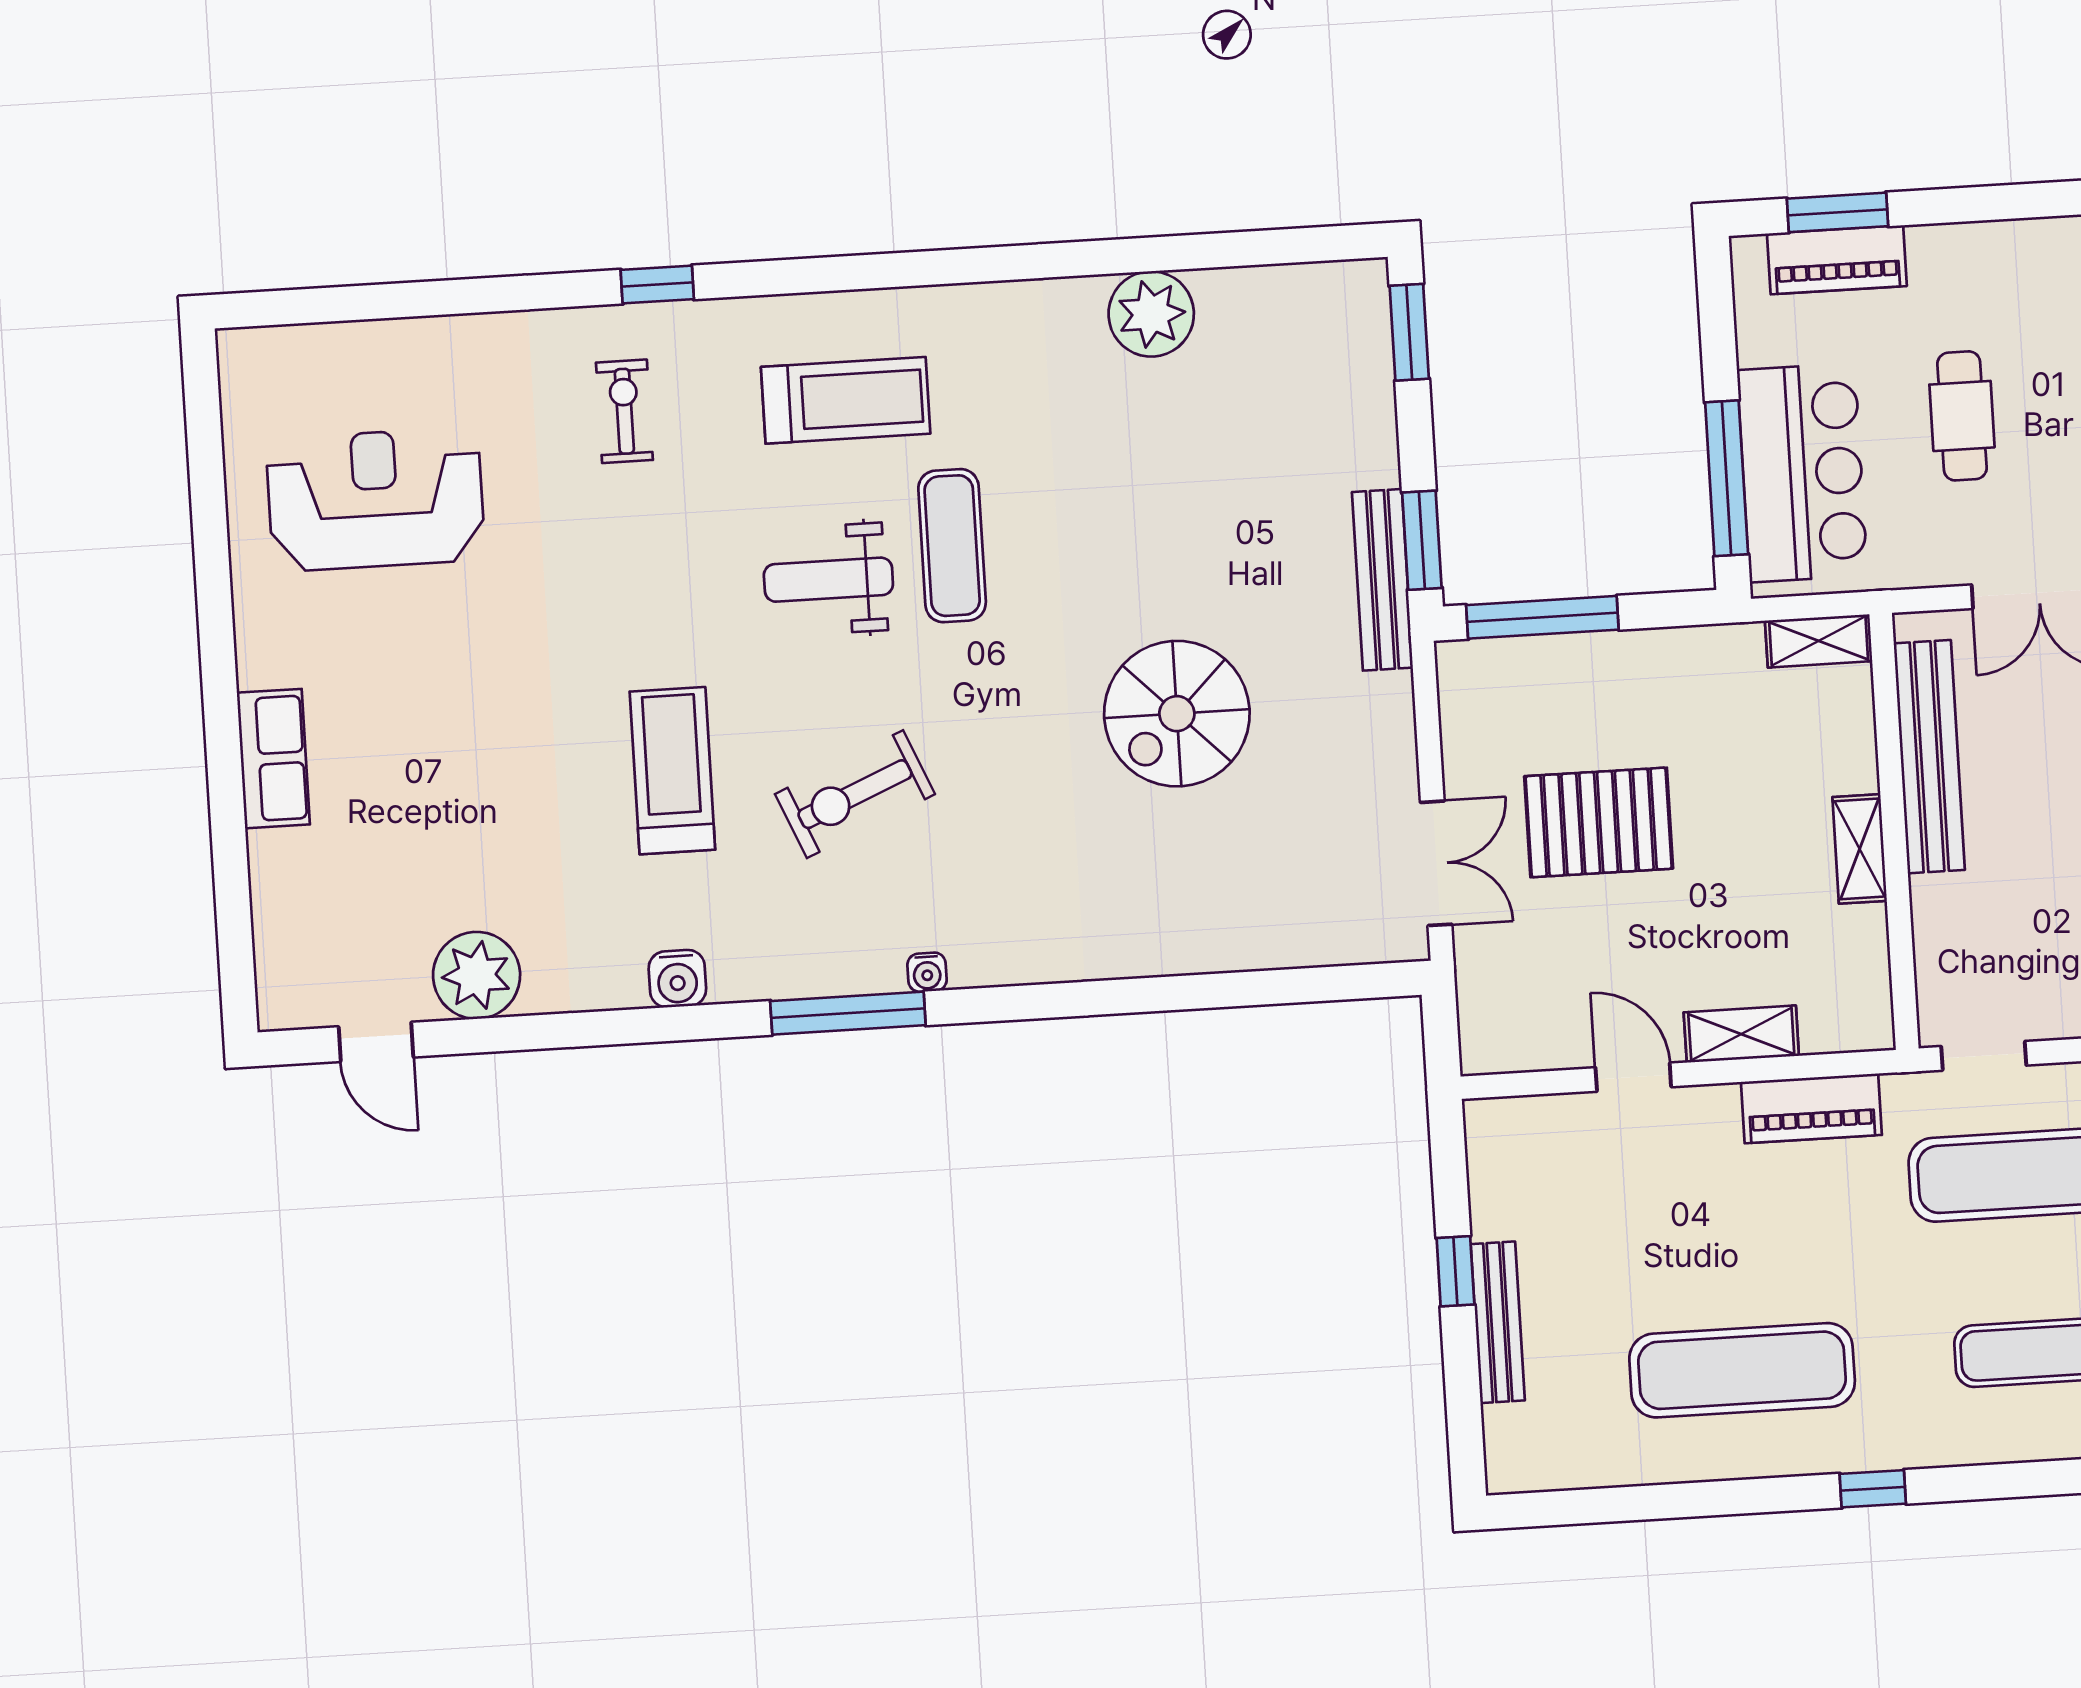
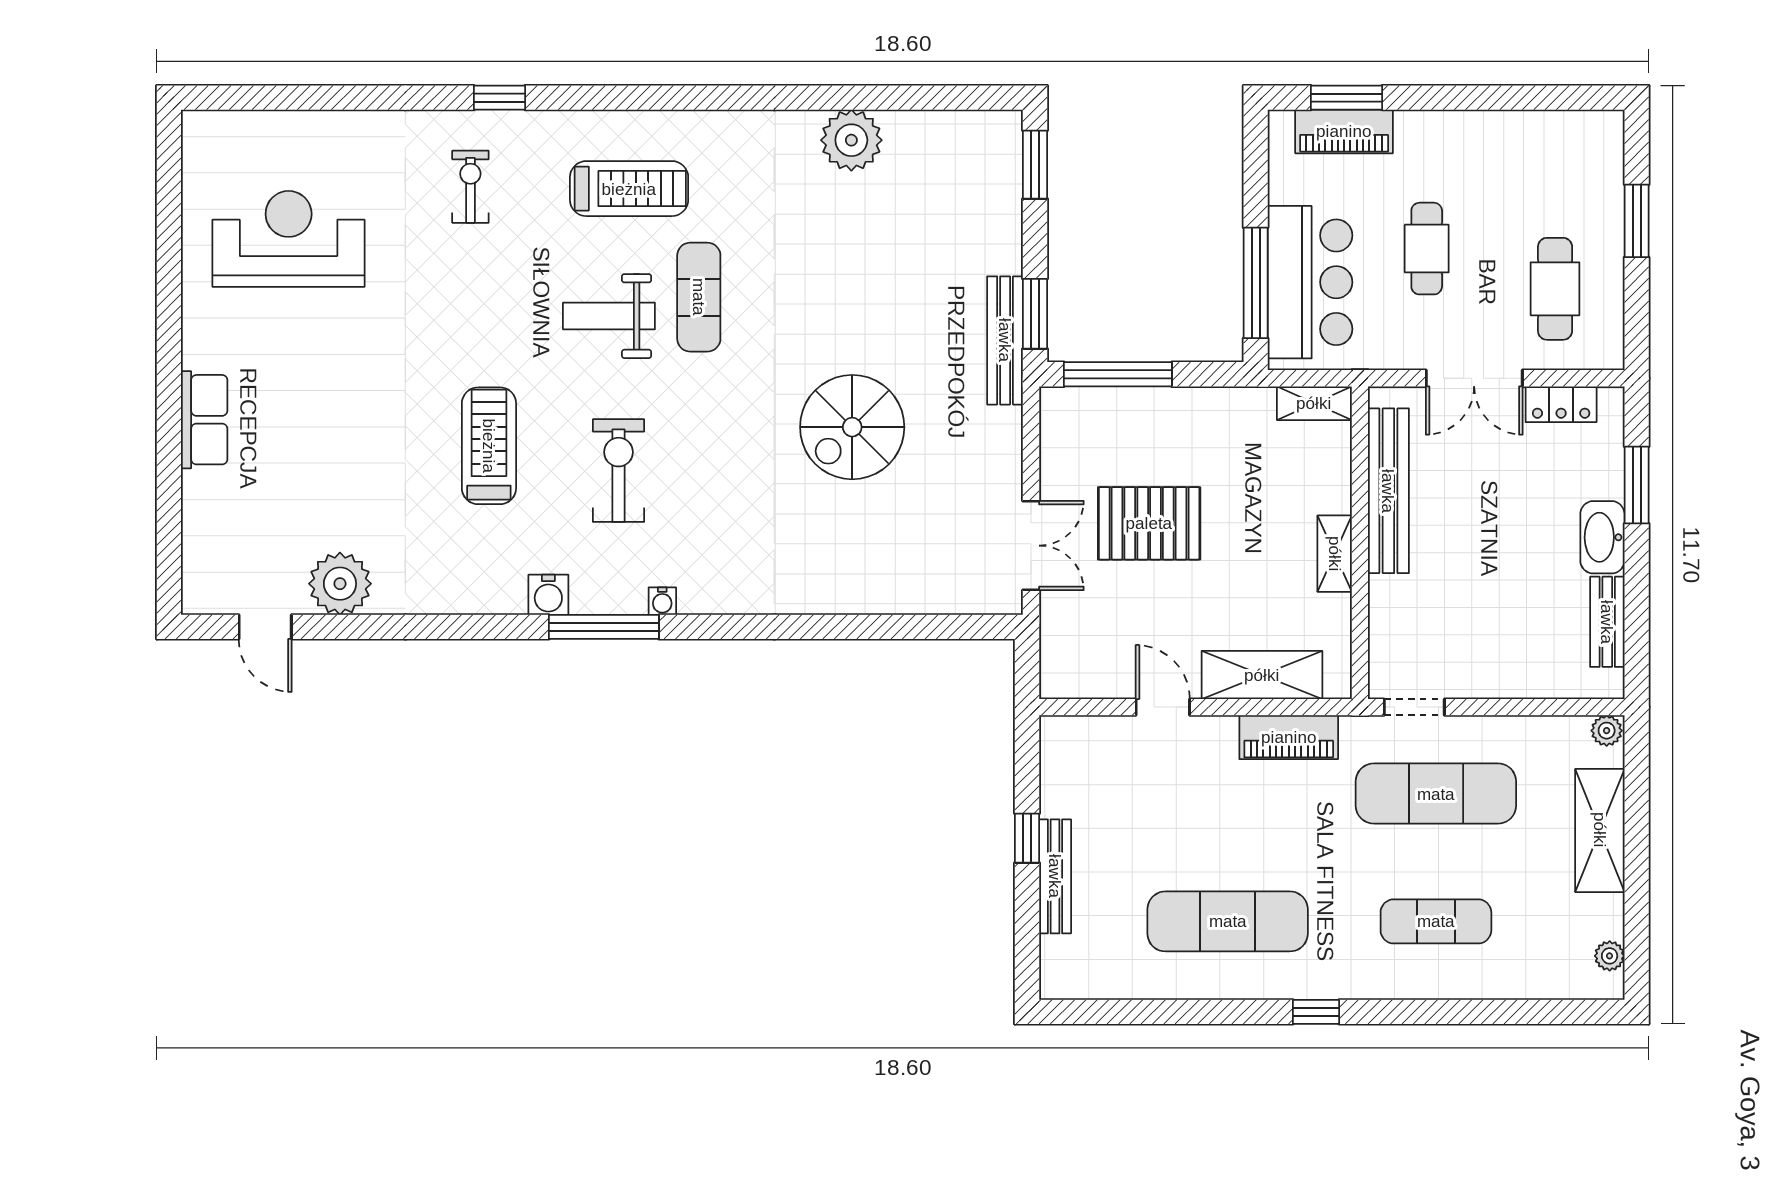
exercise bike: (855, 794) -> (619, 471), turned 113
water cooler: (677, 979) -> (548, 595), moved
shelving: (1741, 1034) -> (1262, 675), width x1.50, depth x1.33

